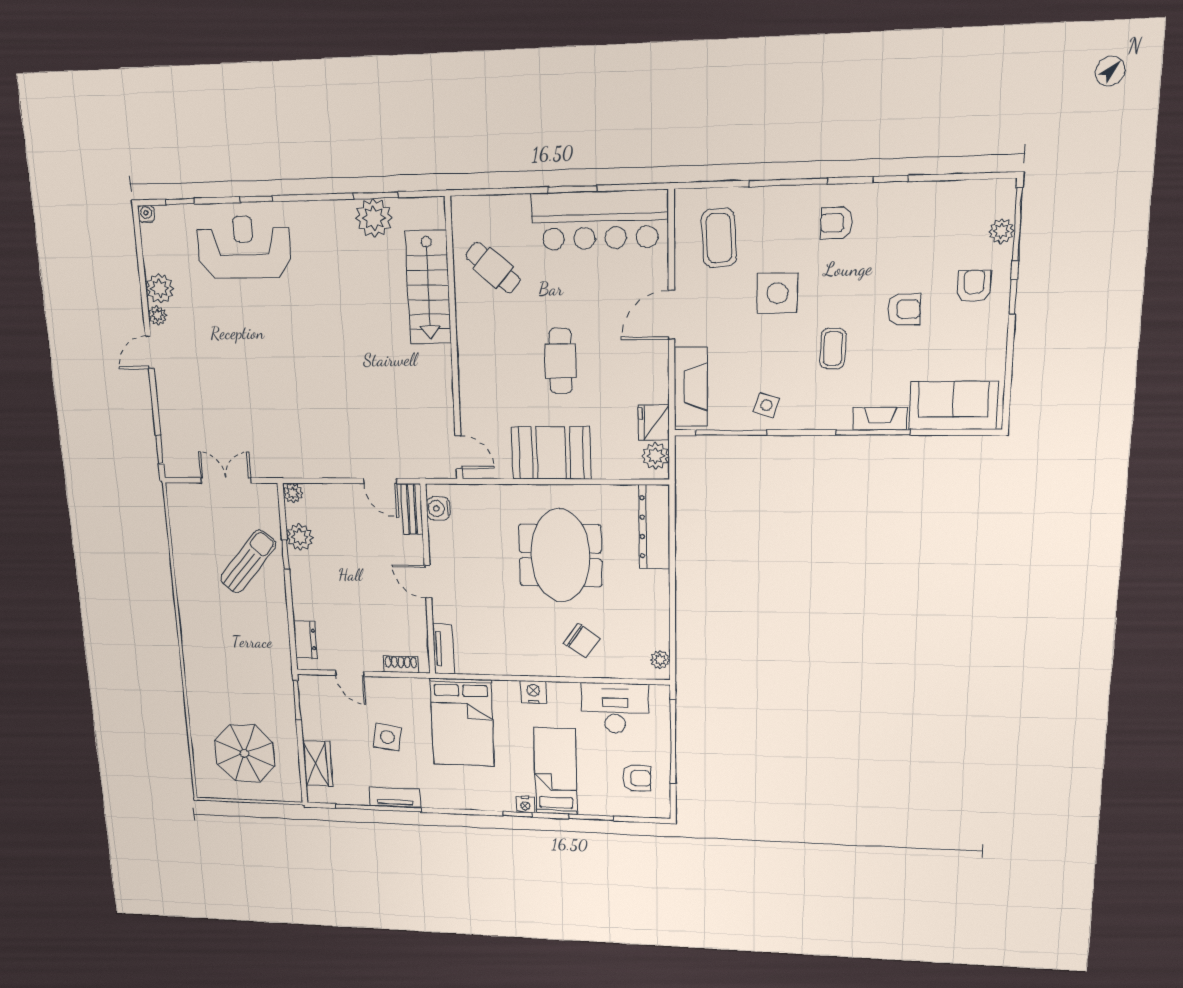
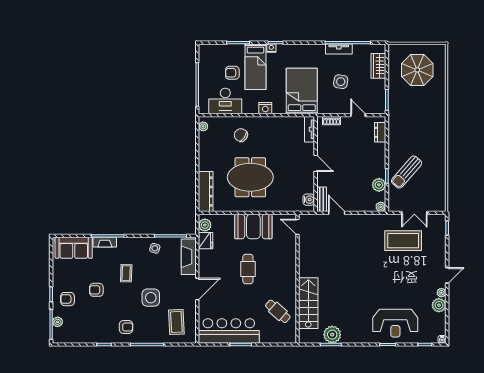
armchair: (974, 286) -> (68, 299), turned 90
coffee table: (243, 424) -> (403, 241), added
meeting table: (560, 555) -> (250, 177), turned 90
armchair: (637, 778) -> (232, 73), moved

